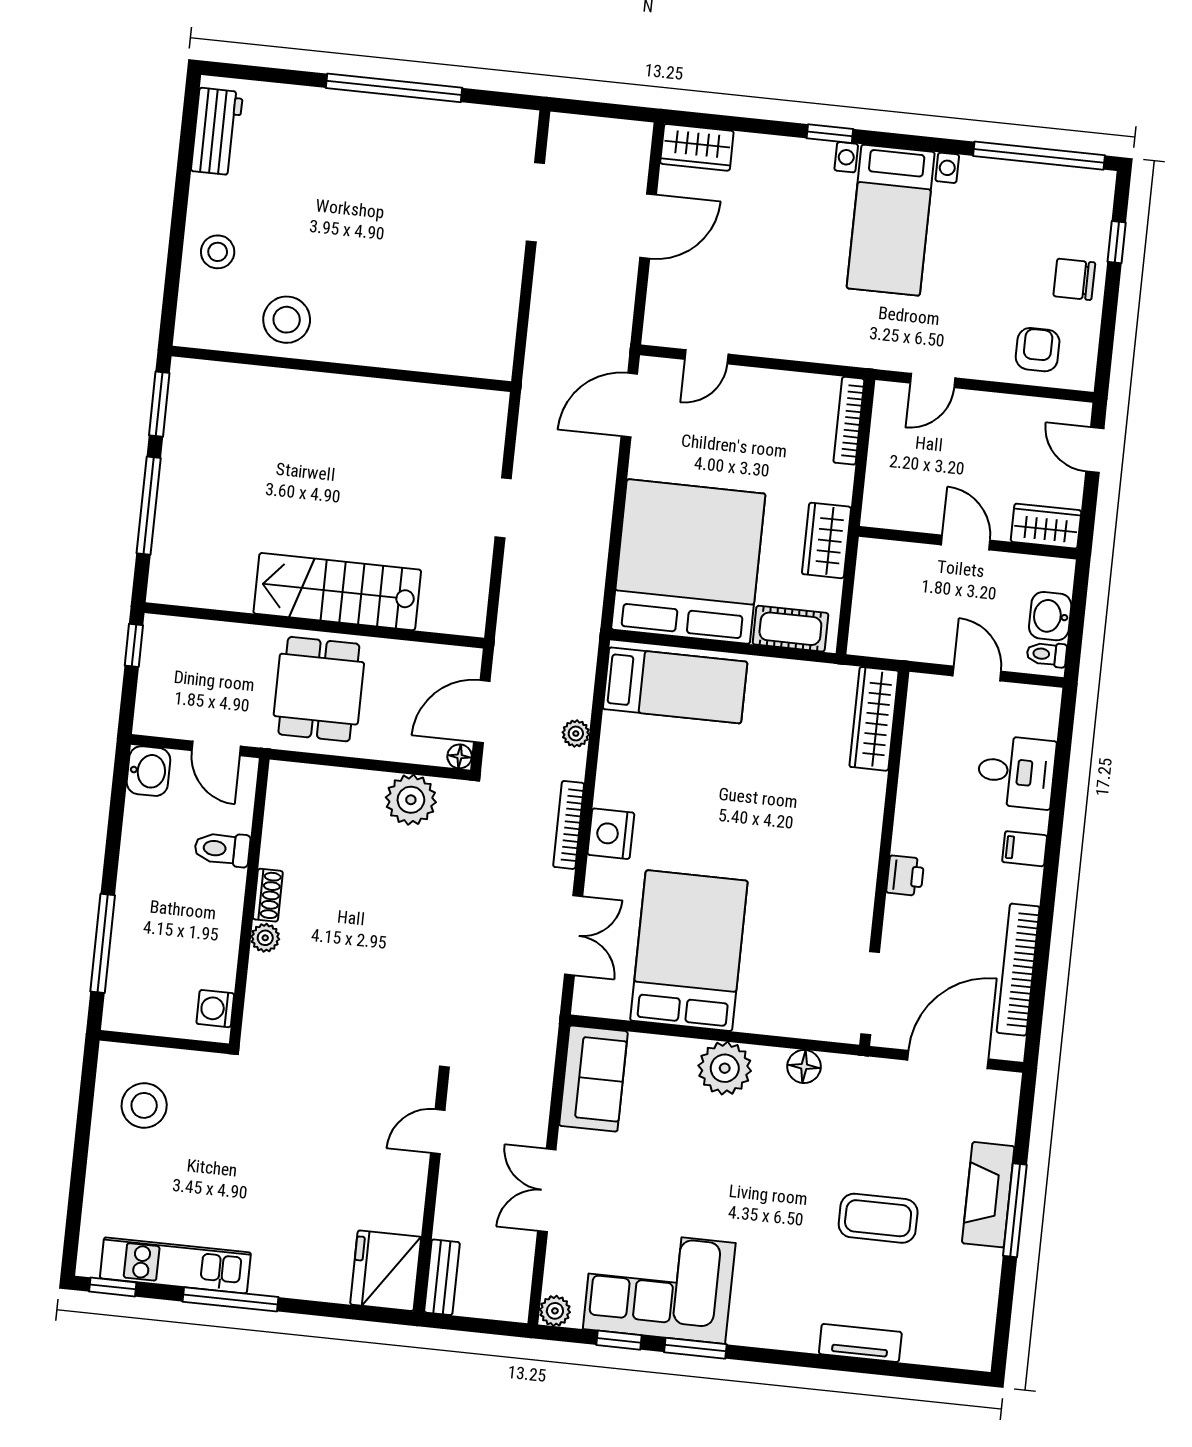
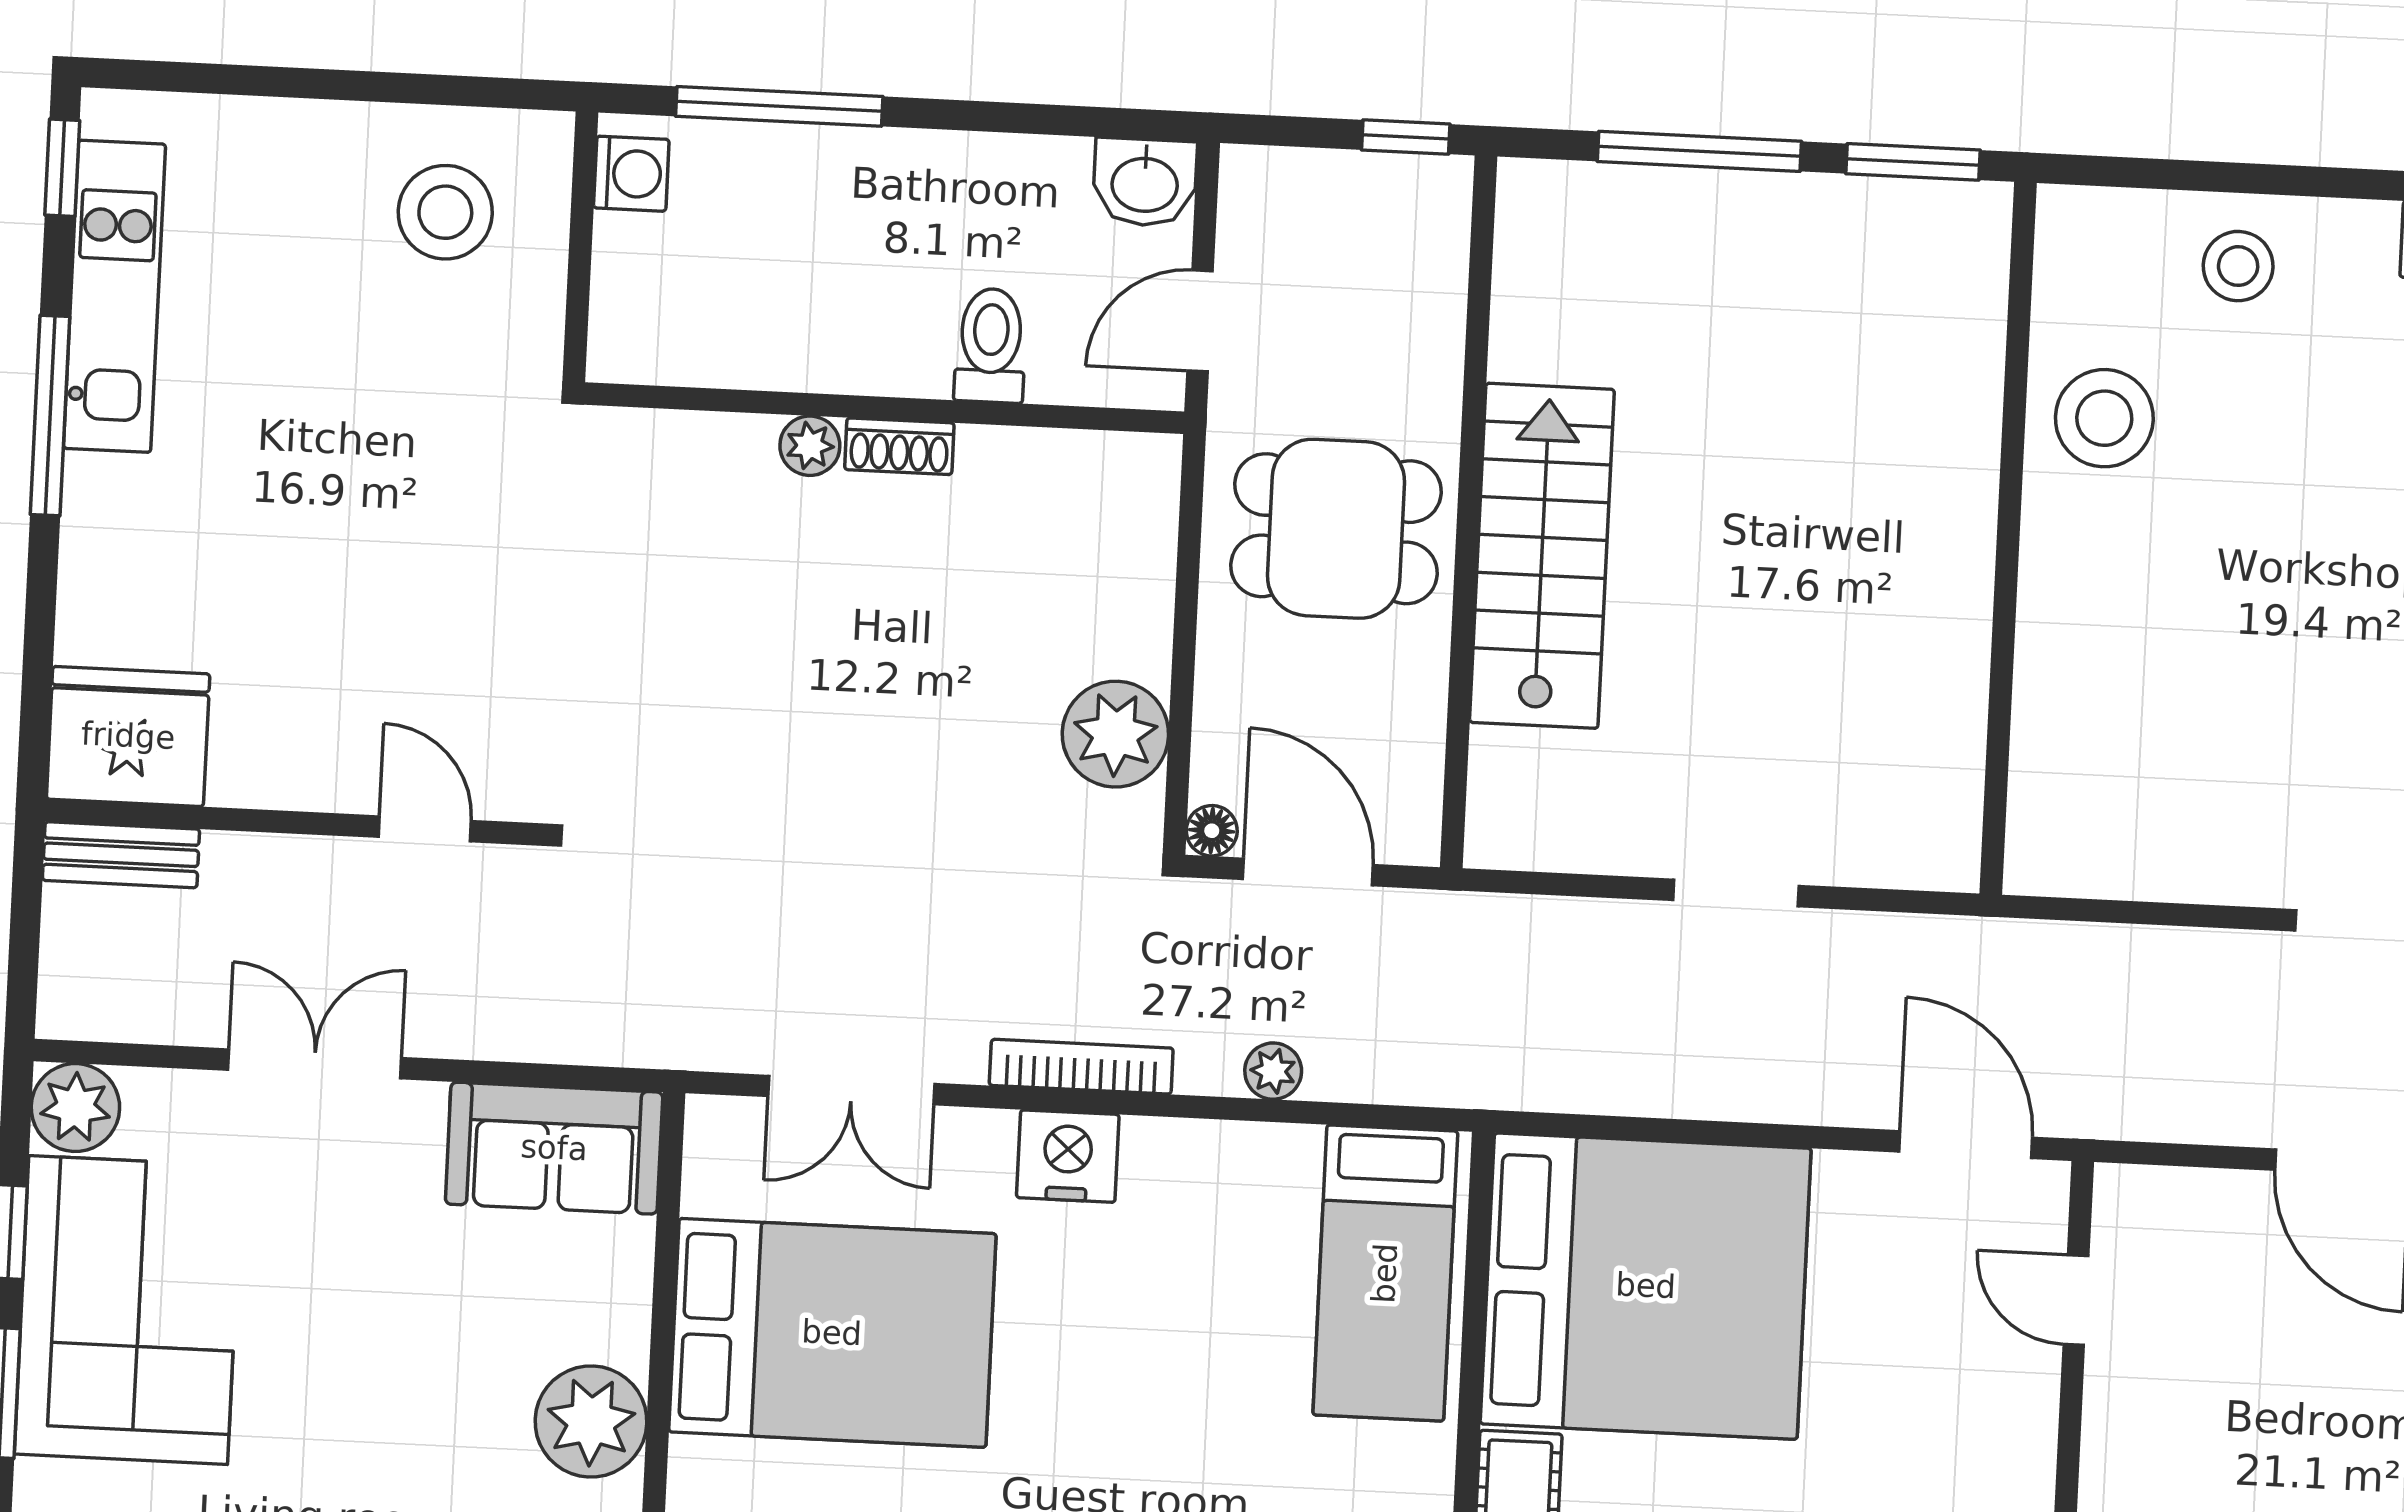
washing machine: (215, 1009) -> (631, 174), moved, turned 90
plant: (555, 1311) -> (75, 1108), width x1.38, depth x1.38

